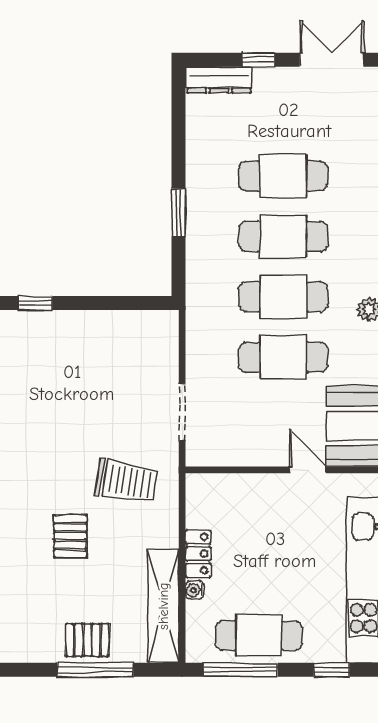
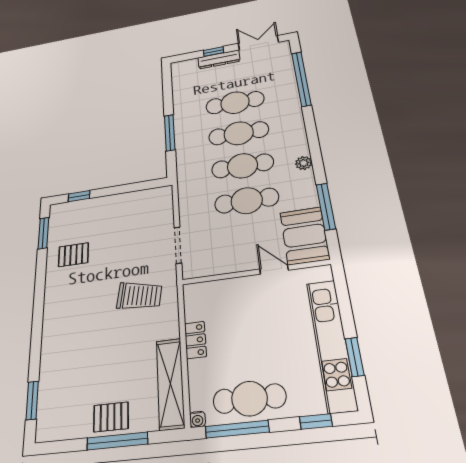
dresser: (219, 80) -> (219, 59), moved
window: (179, 213) -> (170, 133), width x1.44
pallet: (70, 536) -> (73, 255), moved, turned 90
water cooler: (195, 590) -> (197, 419), moved, turned -90

